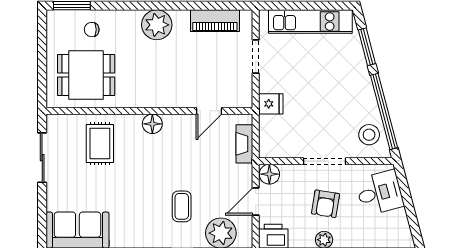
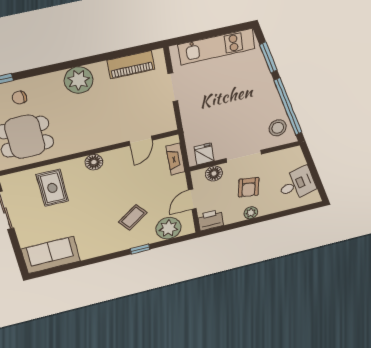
fridge: (271, 104) -> (204, 154), moved, turned -90
floor lamp: (269, 174) -> (214, 173), moved
desk: (380, 193) -> (297, 184), moved
coffee table: (182, 206) -> (133, 217), turned 54

